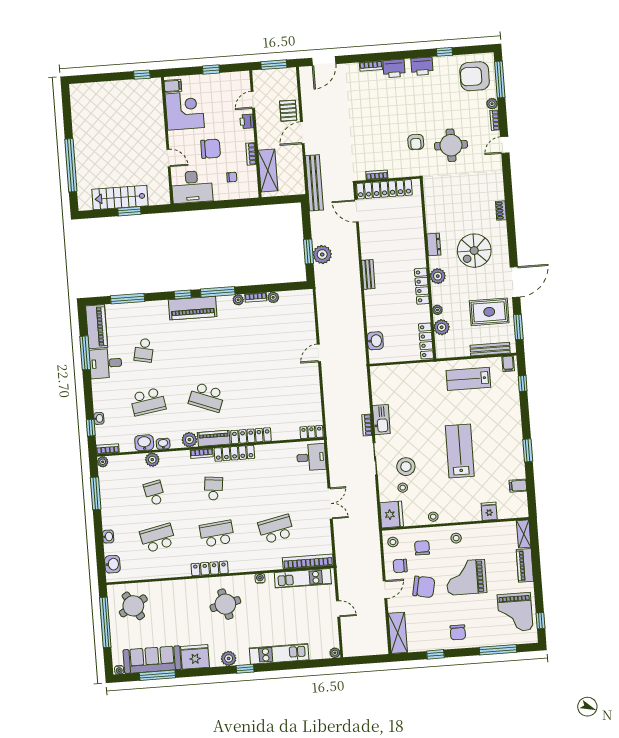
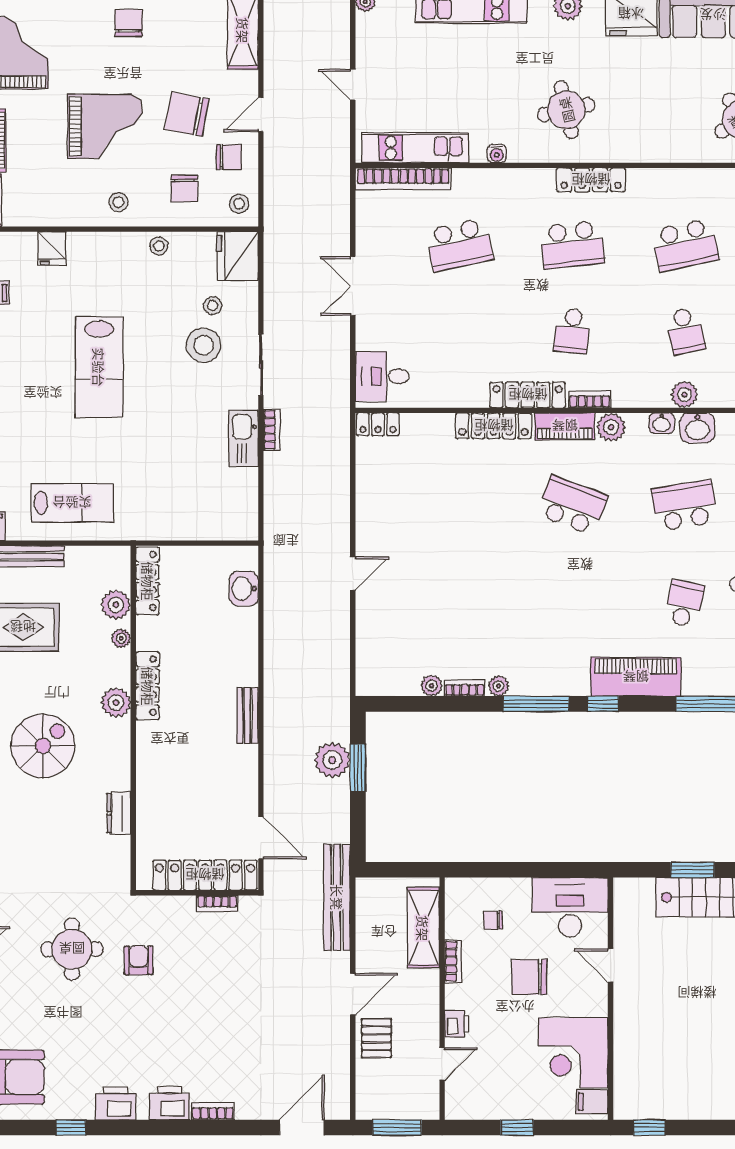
dresser: (434, 244) -> (119, 813), moved
piano: (193, 308) -> (636, 677), moved

